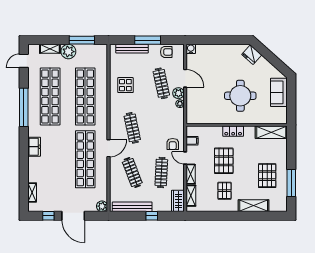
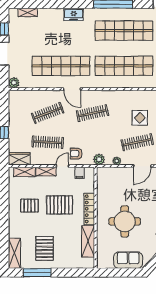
display table: (125, 85) -> (140, 118), moved
plant: (178, 93) -> (99, 159), moved
locker: (233, 131) -> (89, 209), width x1.53
shelving: (271, 132) -> (88, 241), moved
pallet: (267, 176) -> (45, 248), turned 90
shelving: (254, 206) -> (14, 253), moved
bench: (132, 207) -> (13, 113), removed

